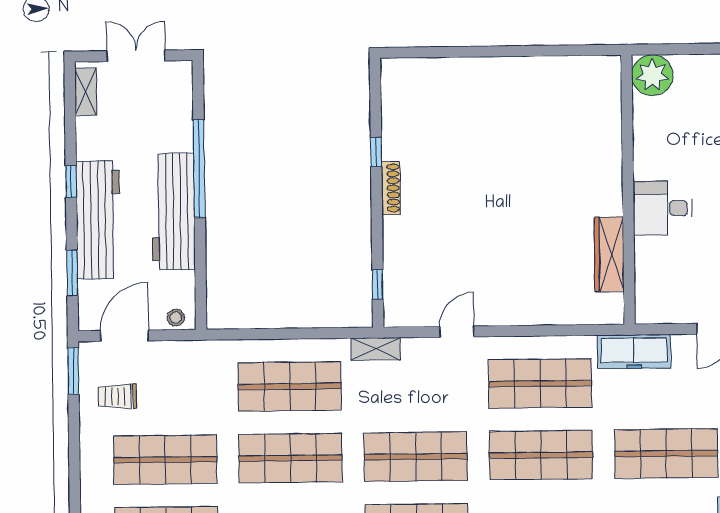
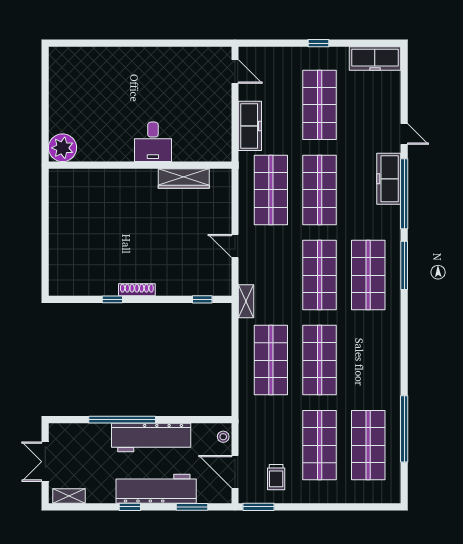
plant: (652, 75) -> (62, 148), moved
wall: (628, 190) -> (140, 165), moved
desk: (663, 208) -> (153, 142), moved
wardrobe: (609, 254) -> (184, 179), moved

